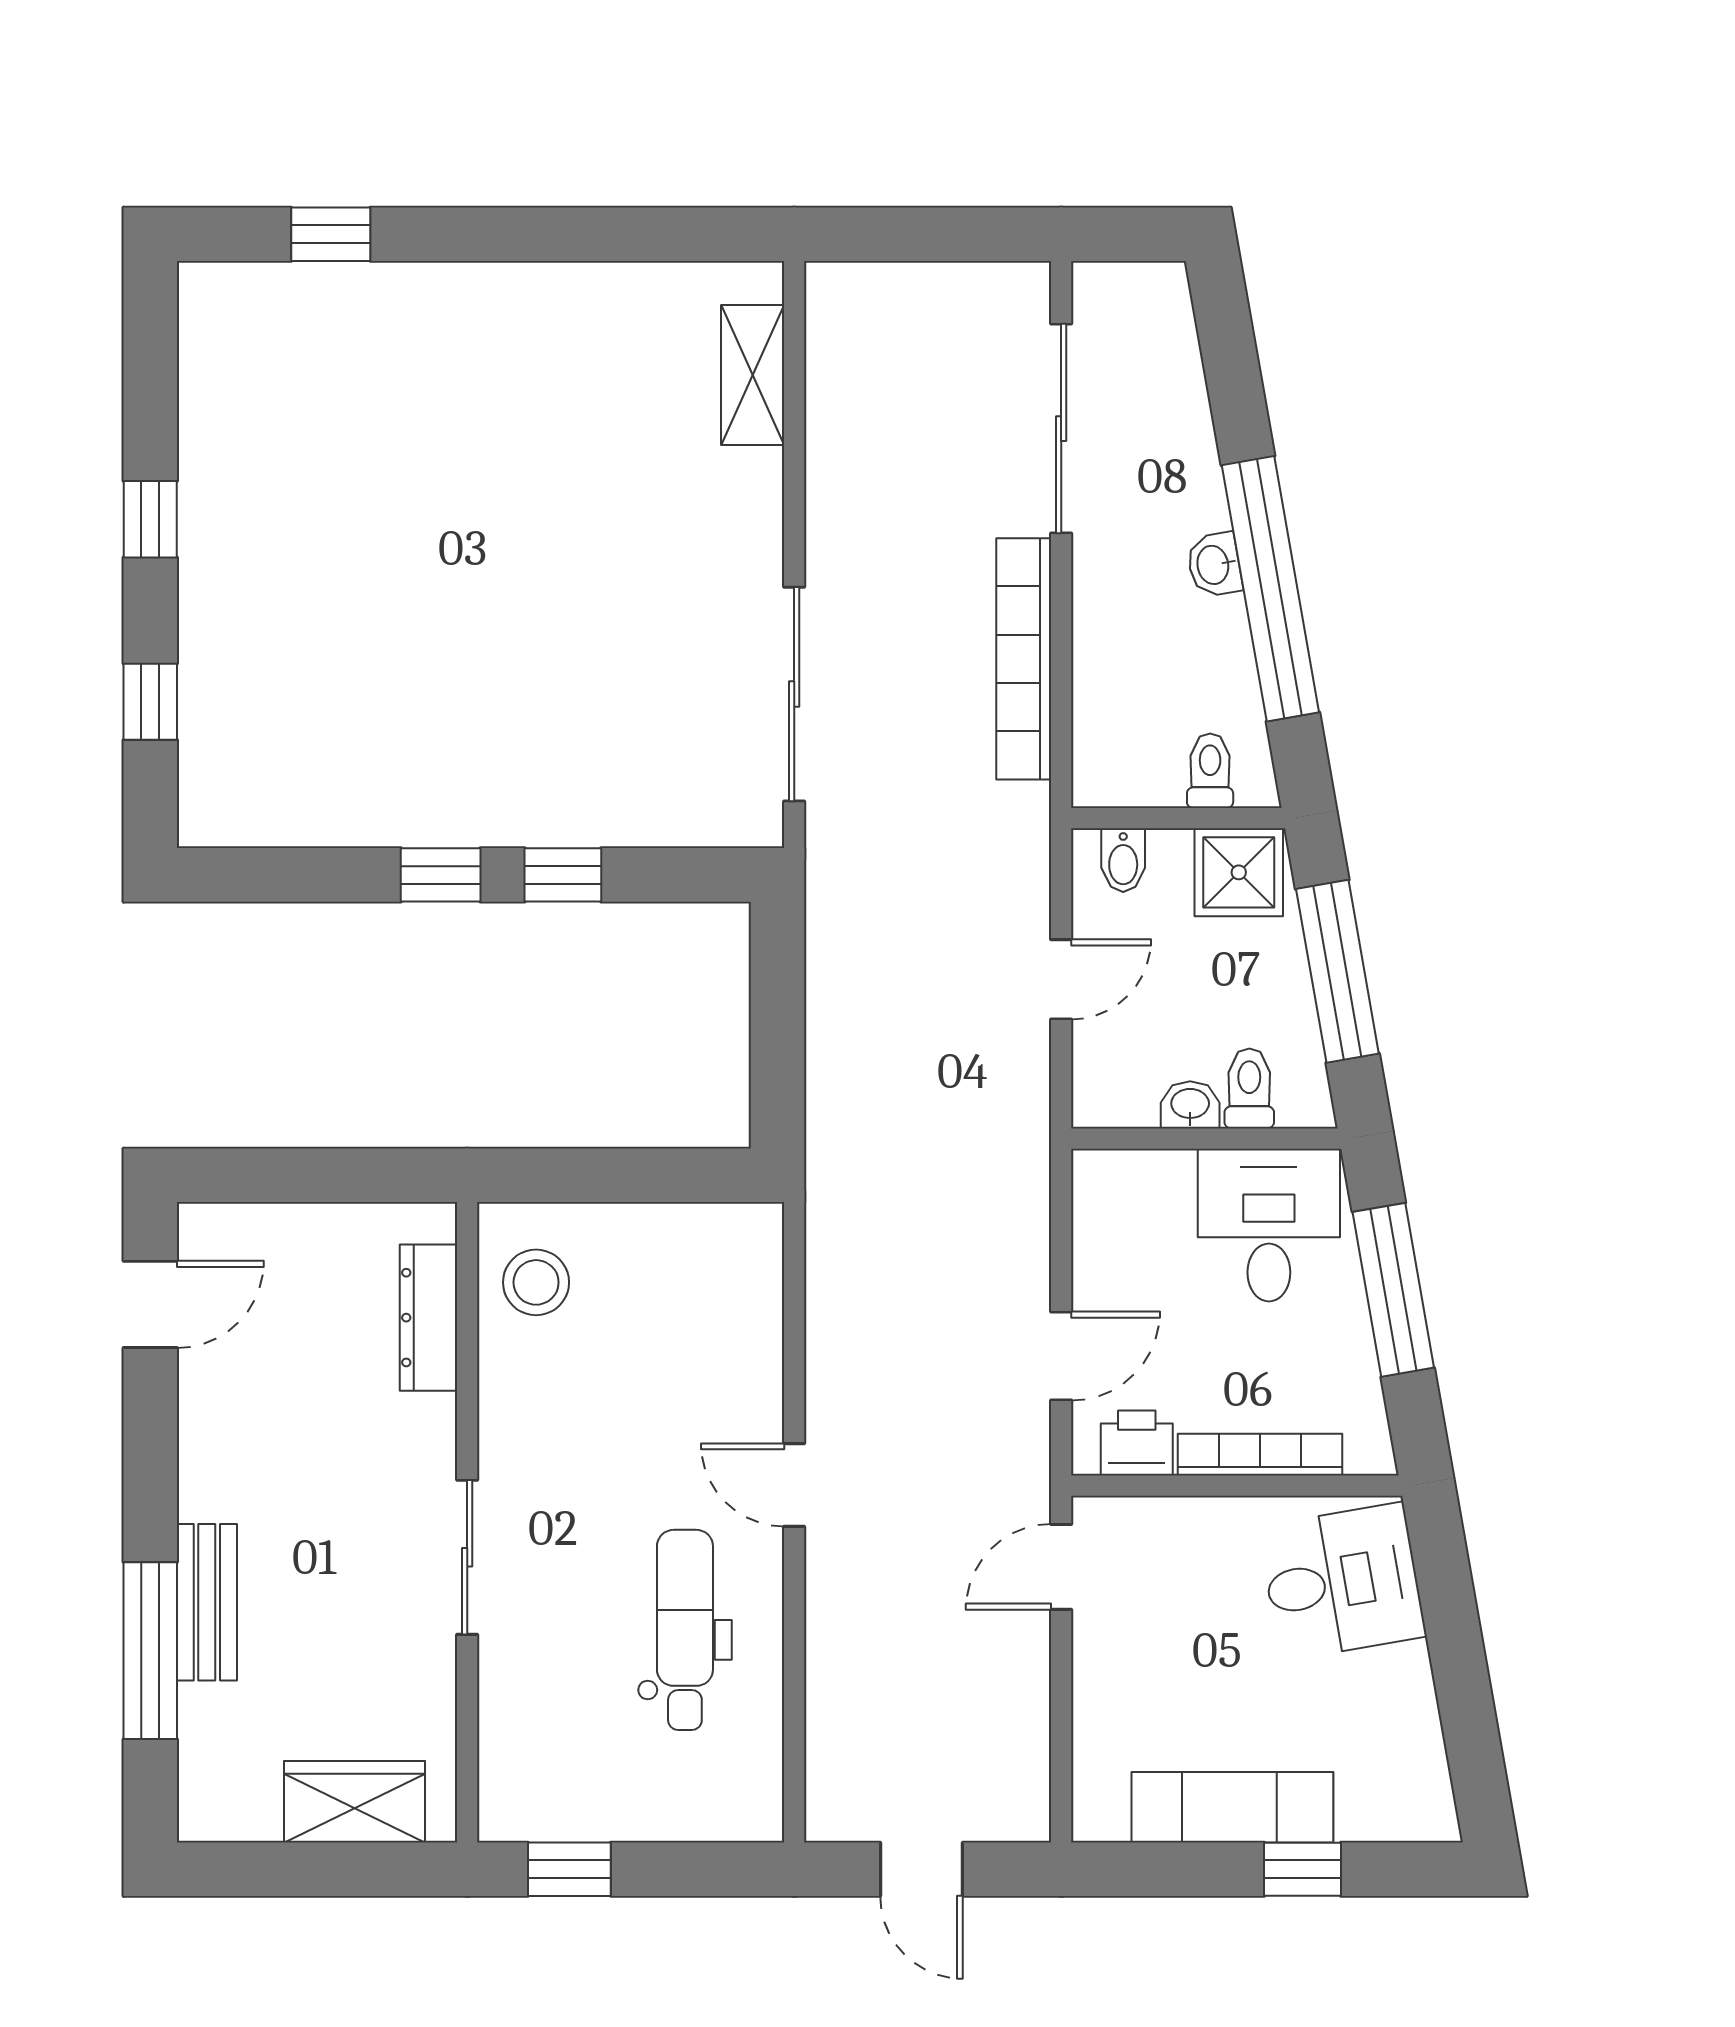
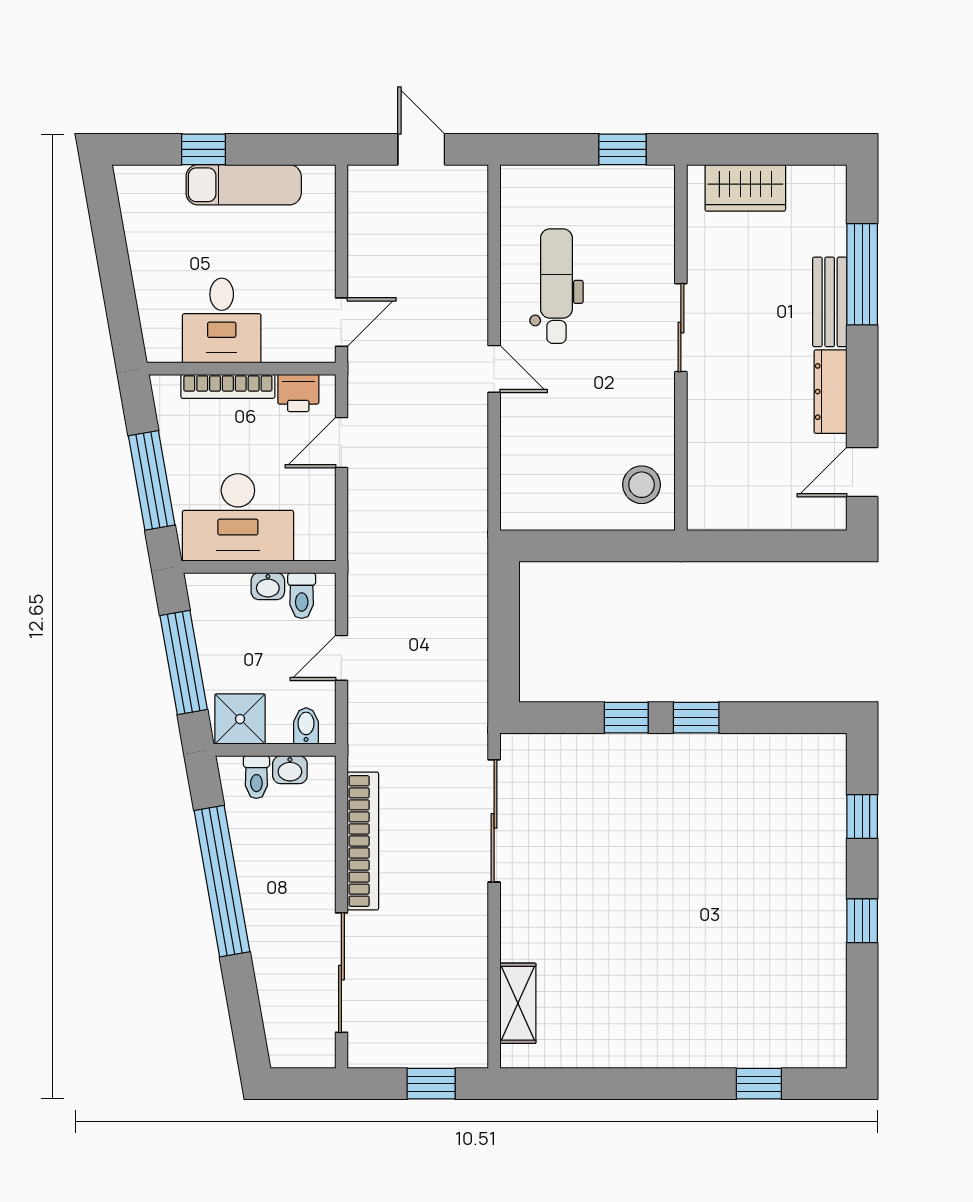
window: (904, 234) -> (431, 1084), added
washbasin: (1214, 565) -> (290, 770), moved, turned 100
toilet: (1249, 1088) -> (302, 596), moved
desk: (1269, 1225) -> (238, 517), width x1.37
dresser: (429, 1318) -> (830, 392), moved, turned 180
desk: (1342, 1582) -> (222, 321), moved, turned -80
dental chair: (685, 1630) -> (556, 286), turned 180

